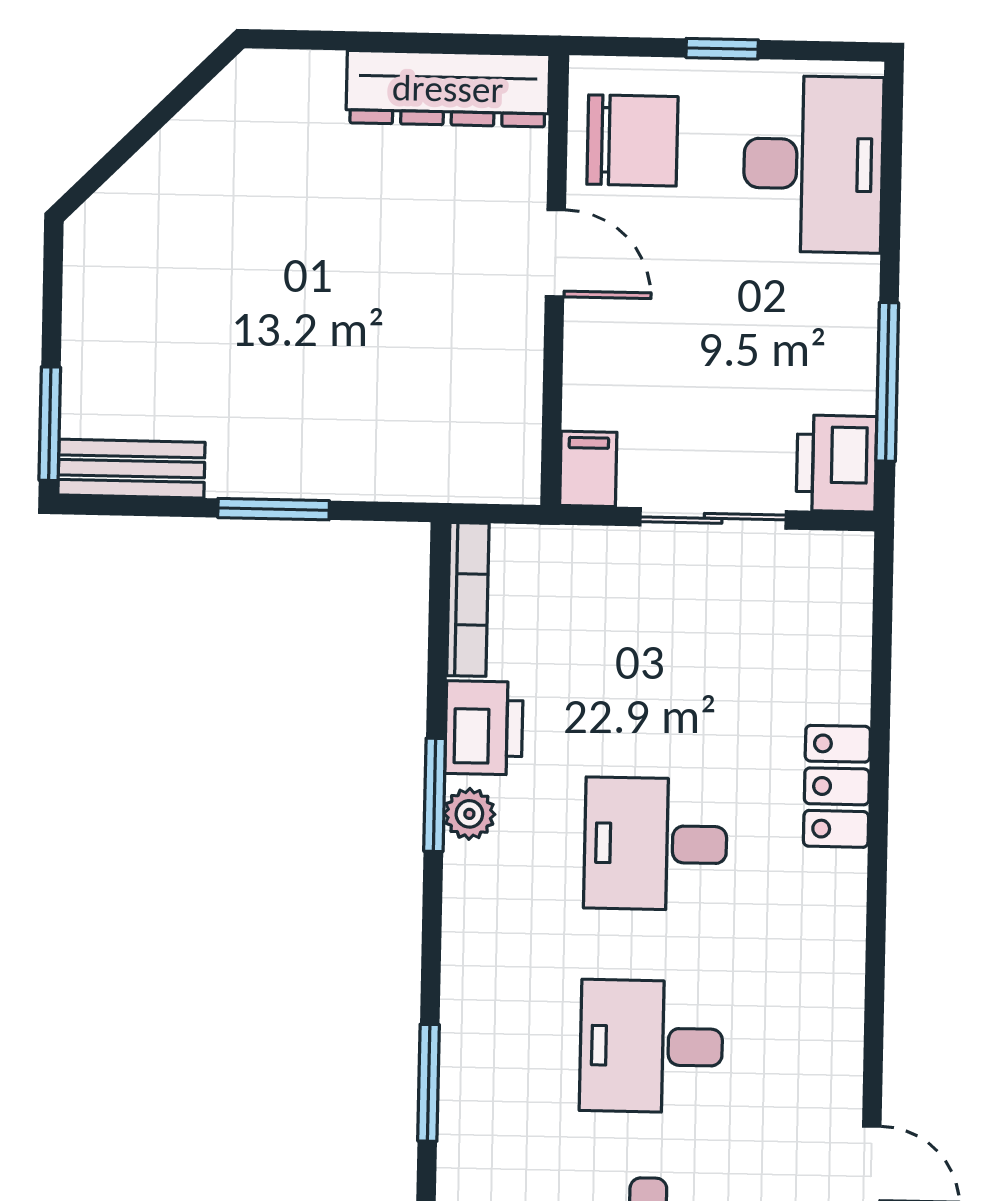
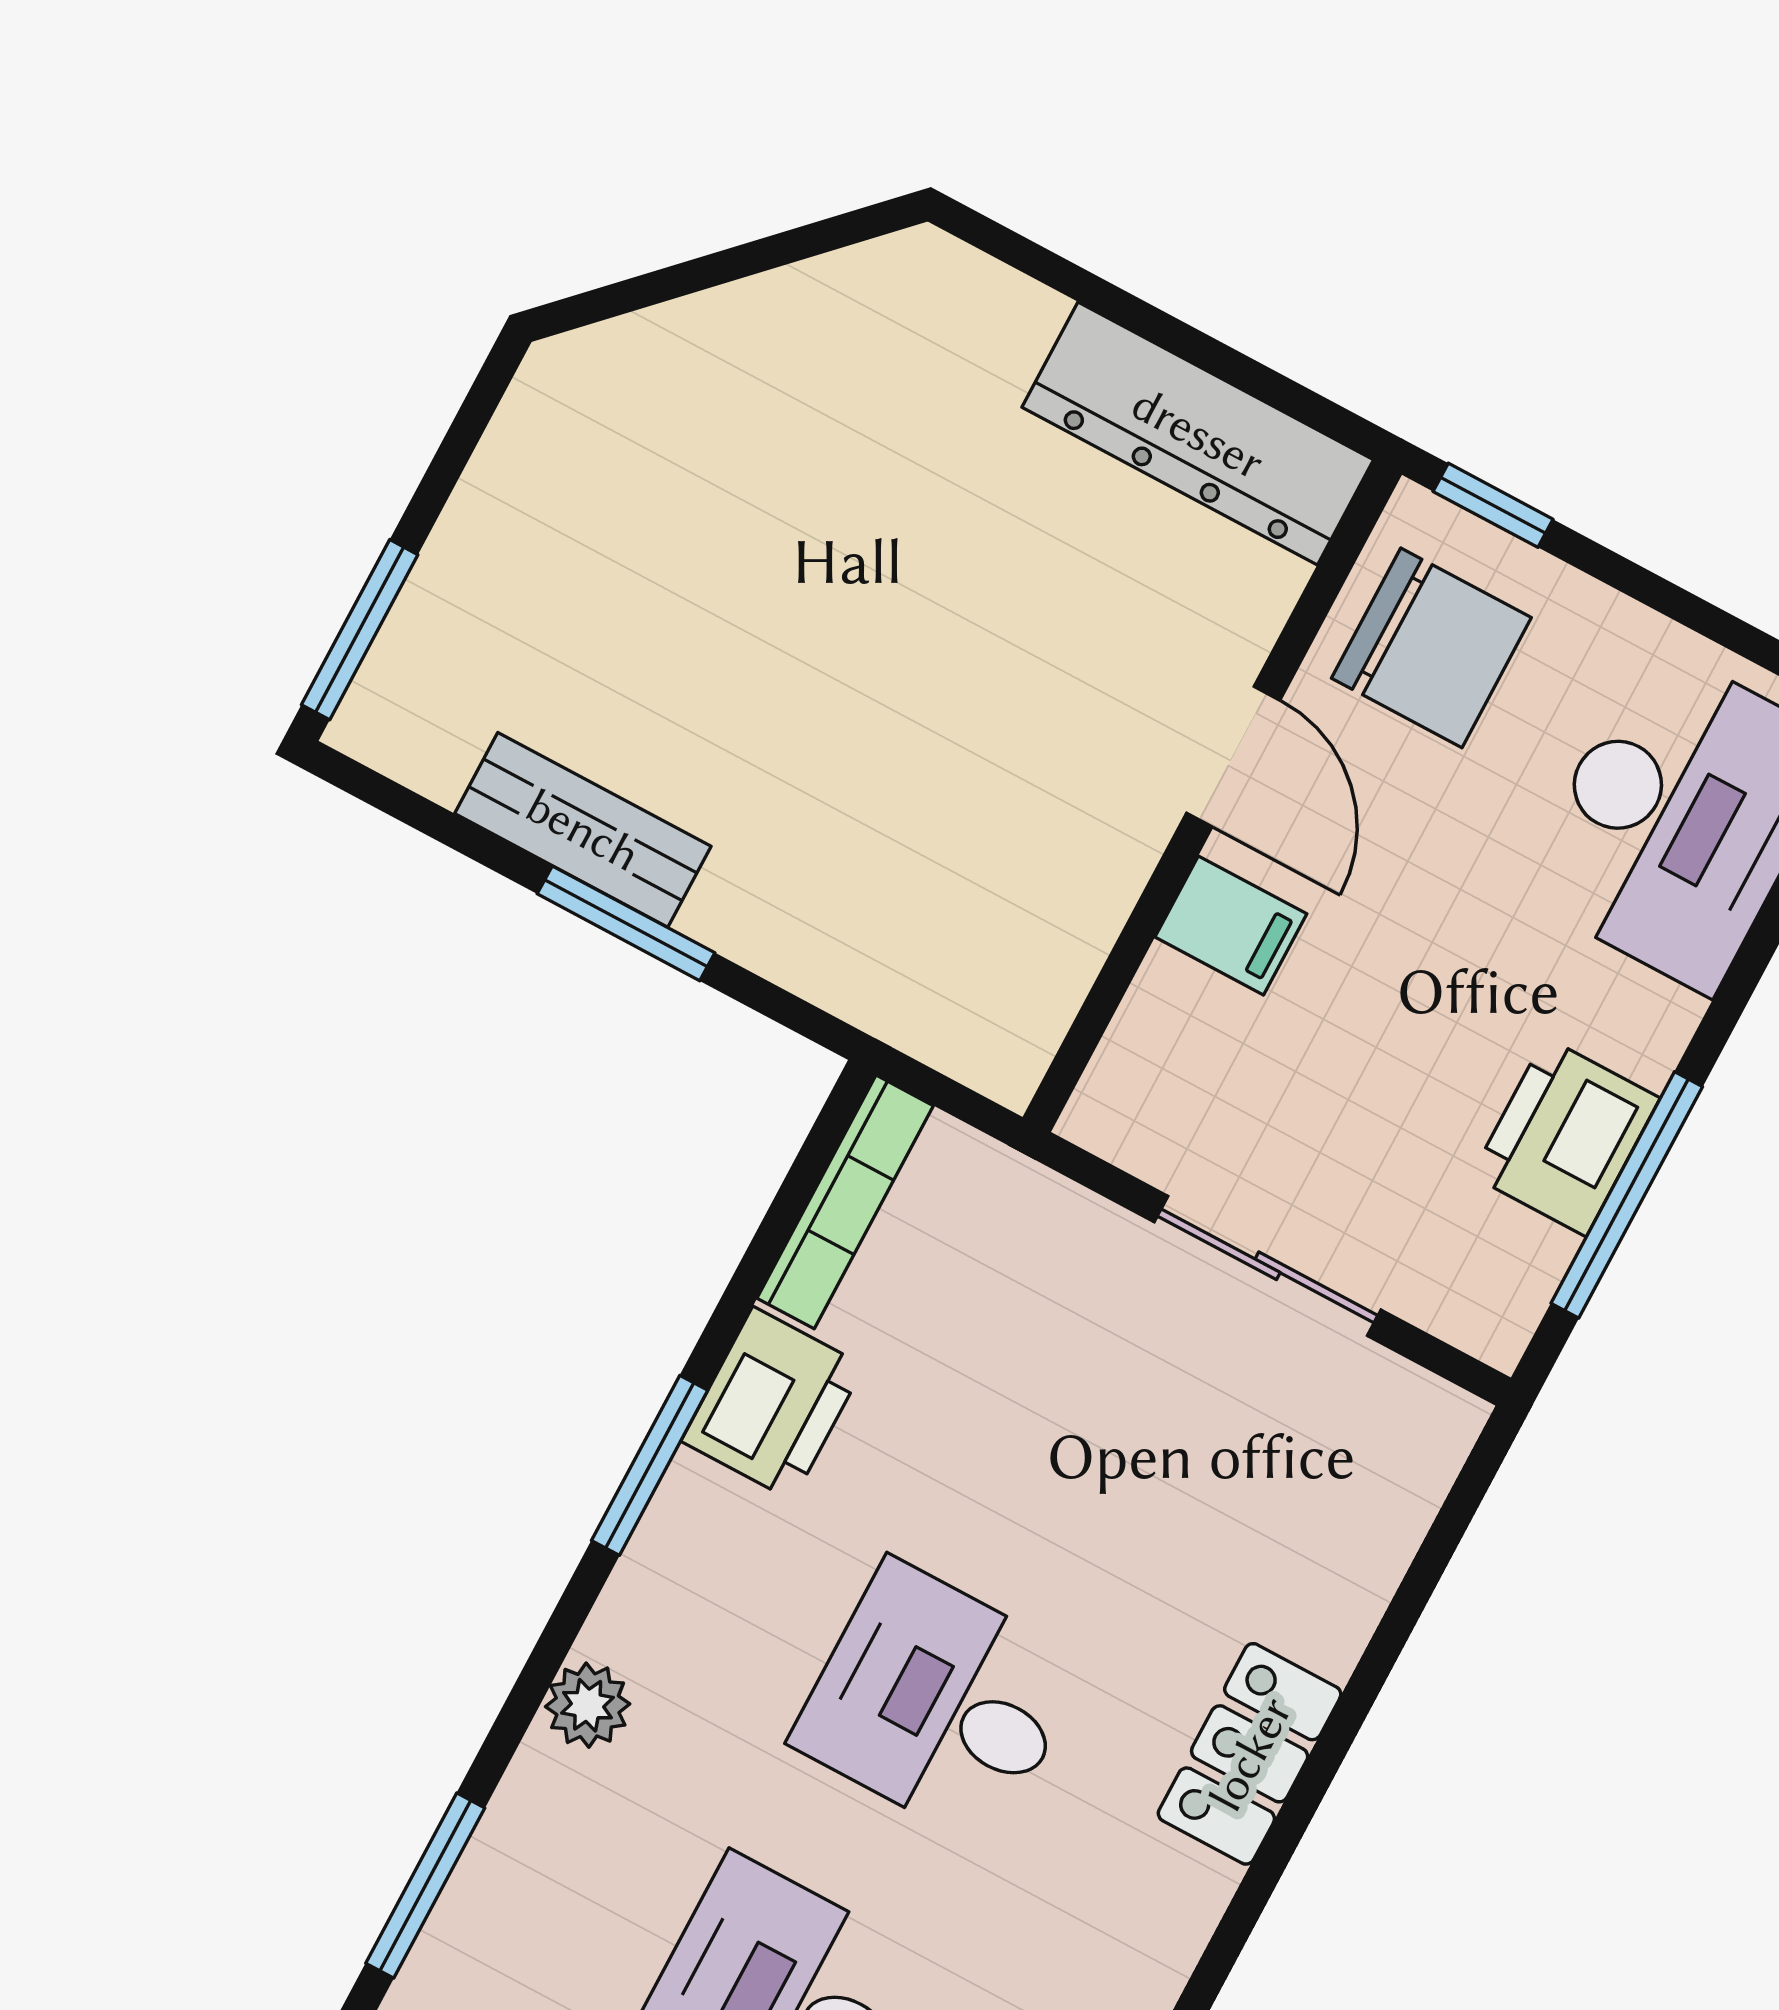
window: (722, 49) -> (1493, 505), moved
printer: (836, 463) -> (1566, 1137), moved
bench: (131, 469) -> (583, 830), moved
filing cabinet: (588, 469) -> (1231, 925), moved, turned 90
plant: (469, 814) -> (588, 1705), moved

